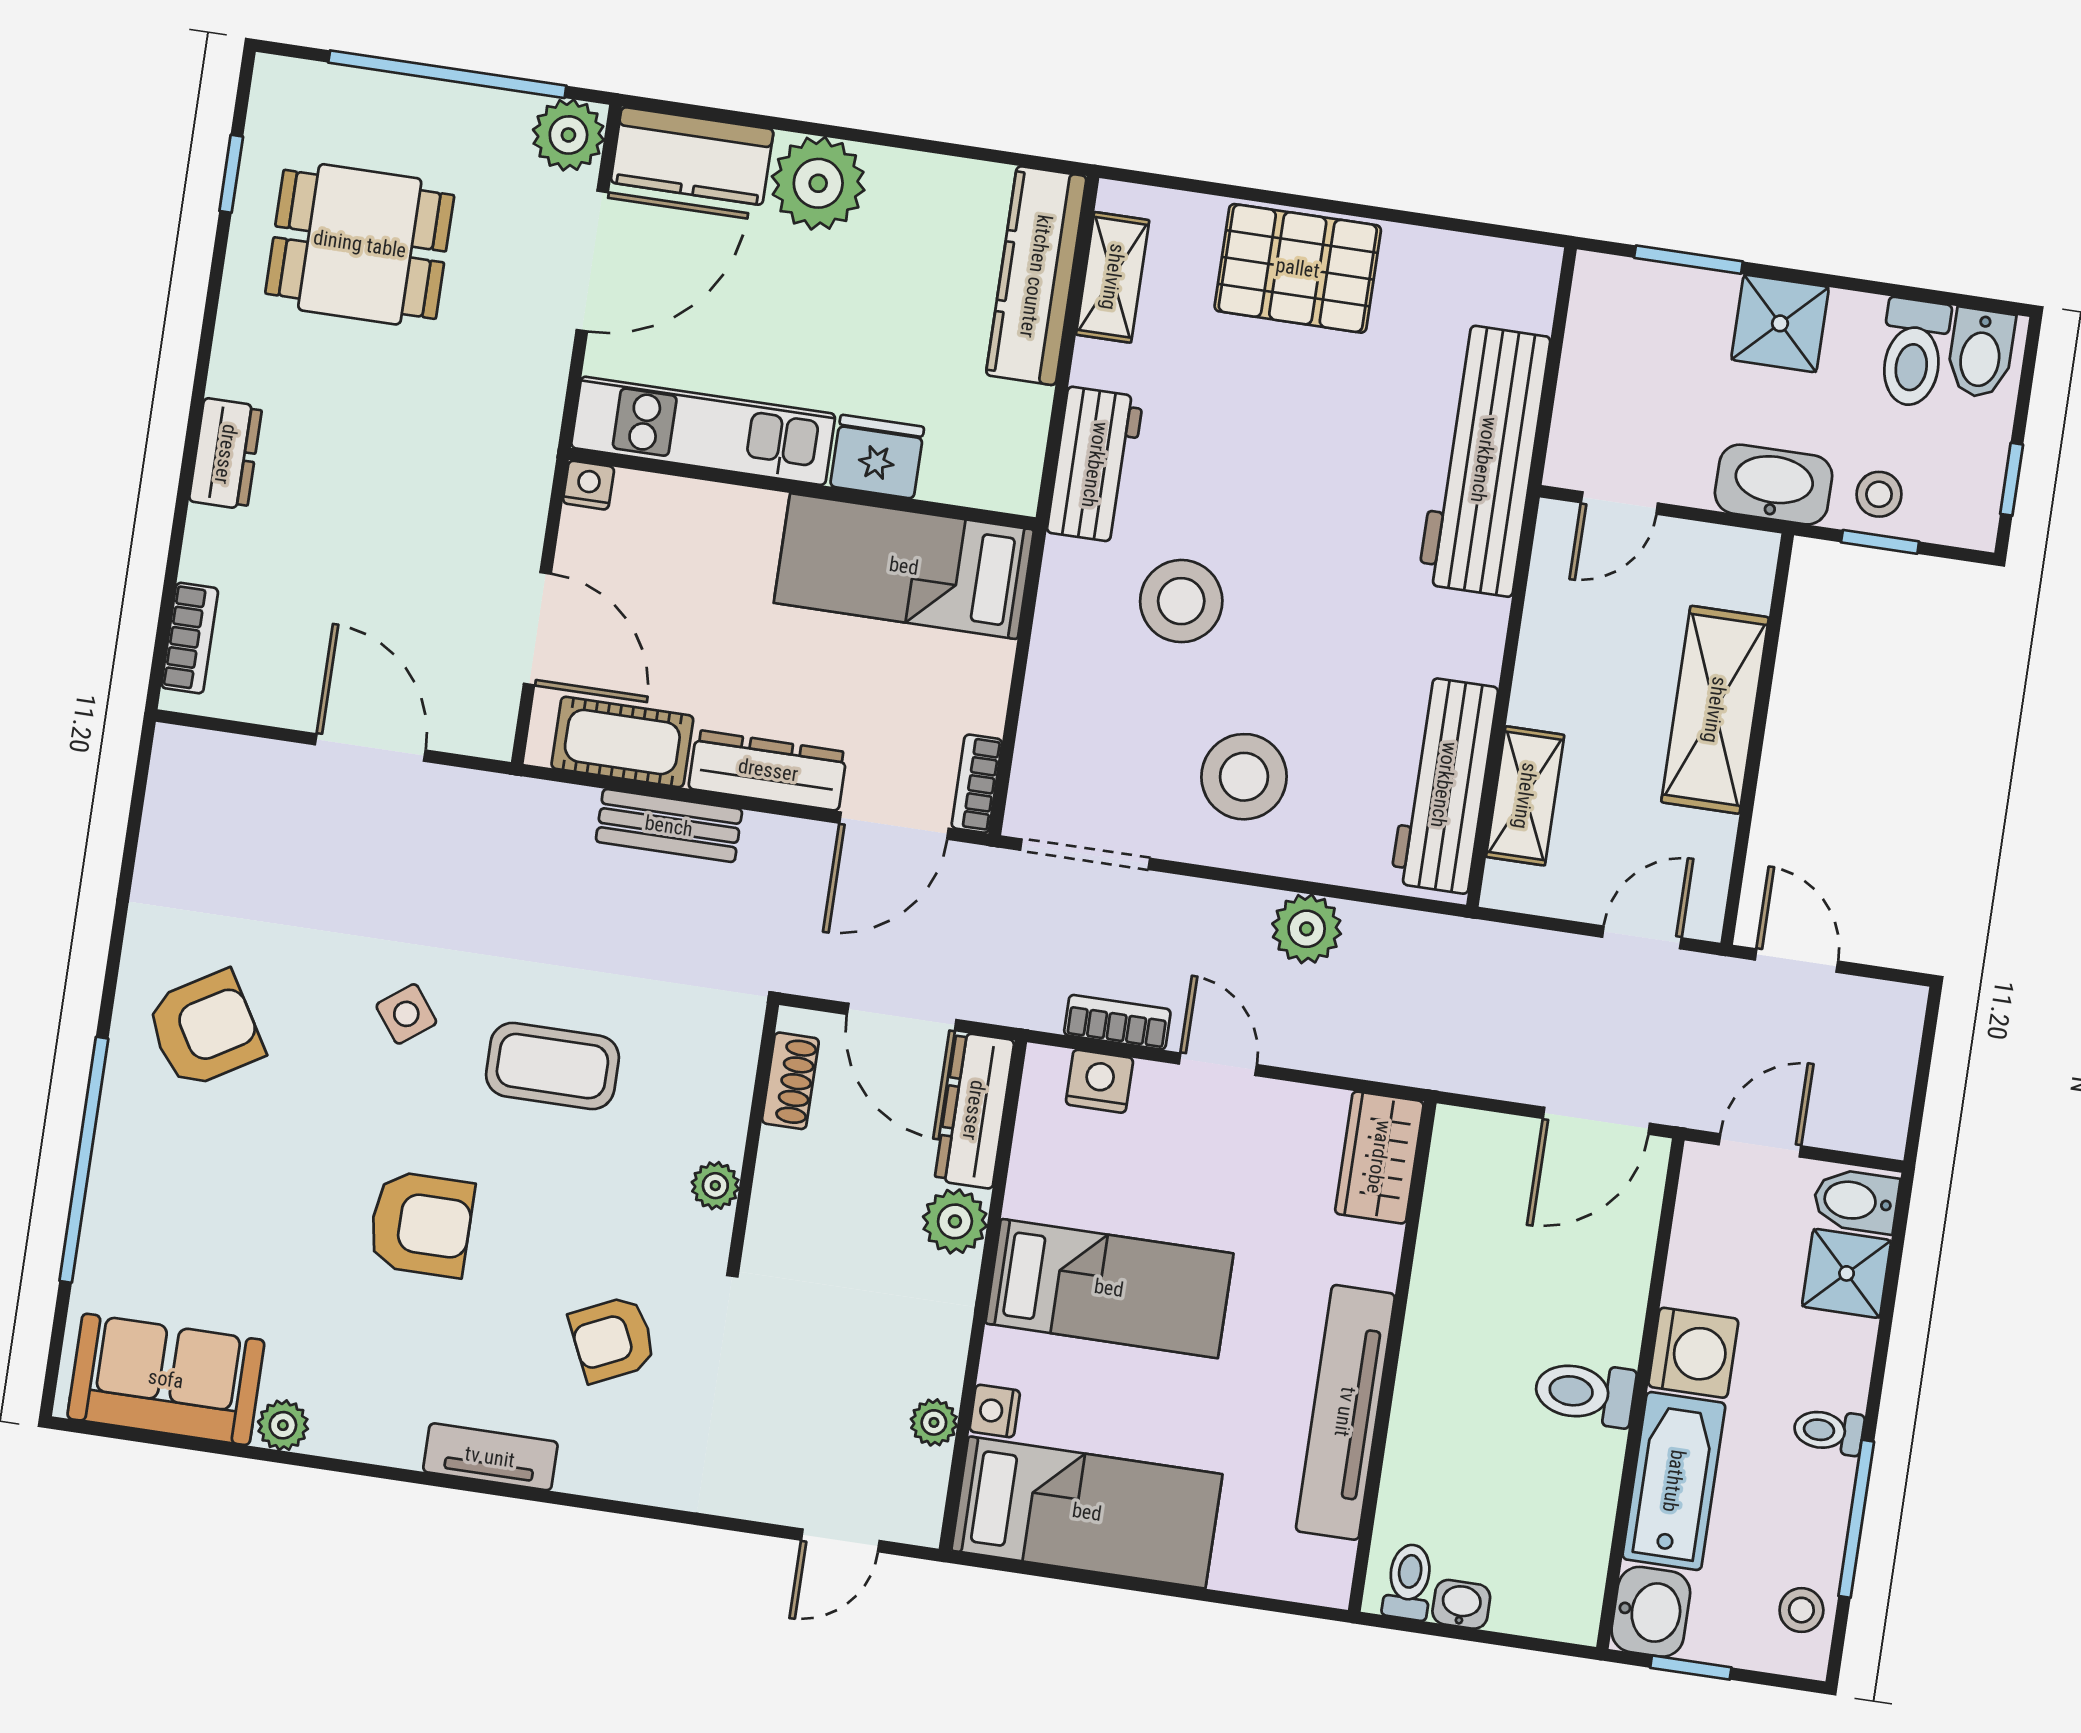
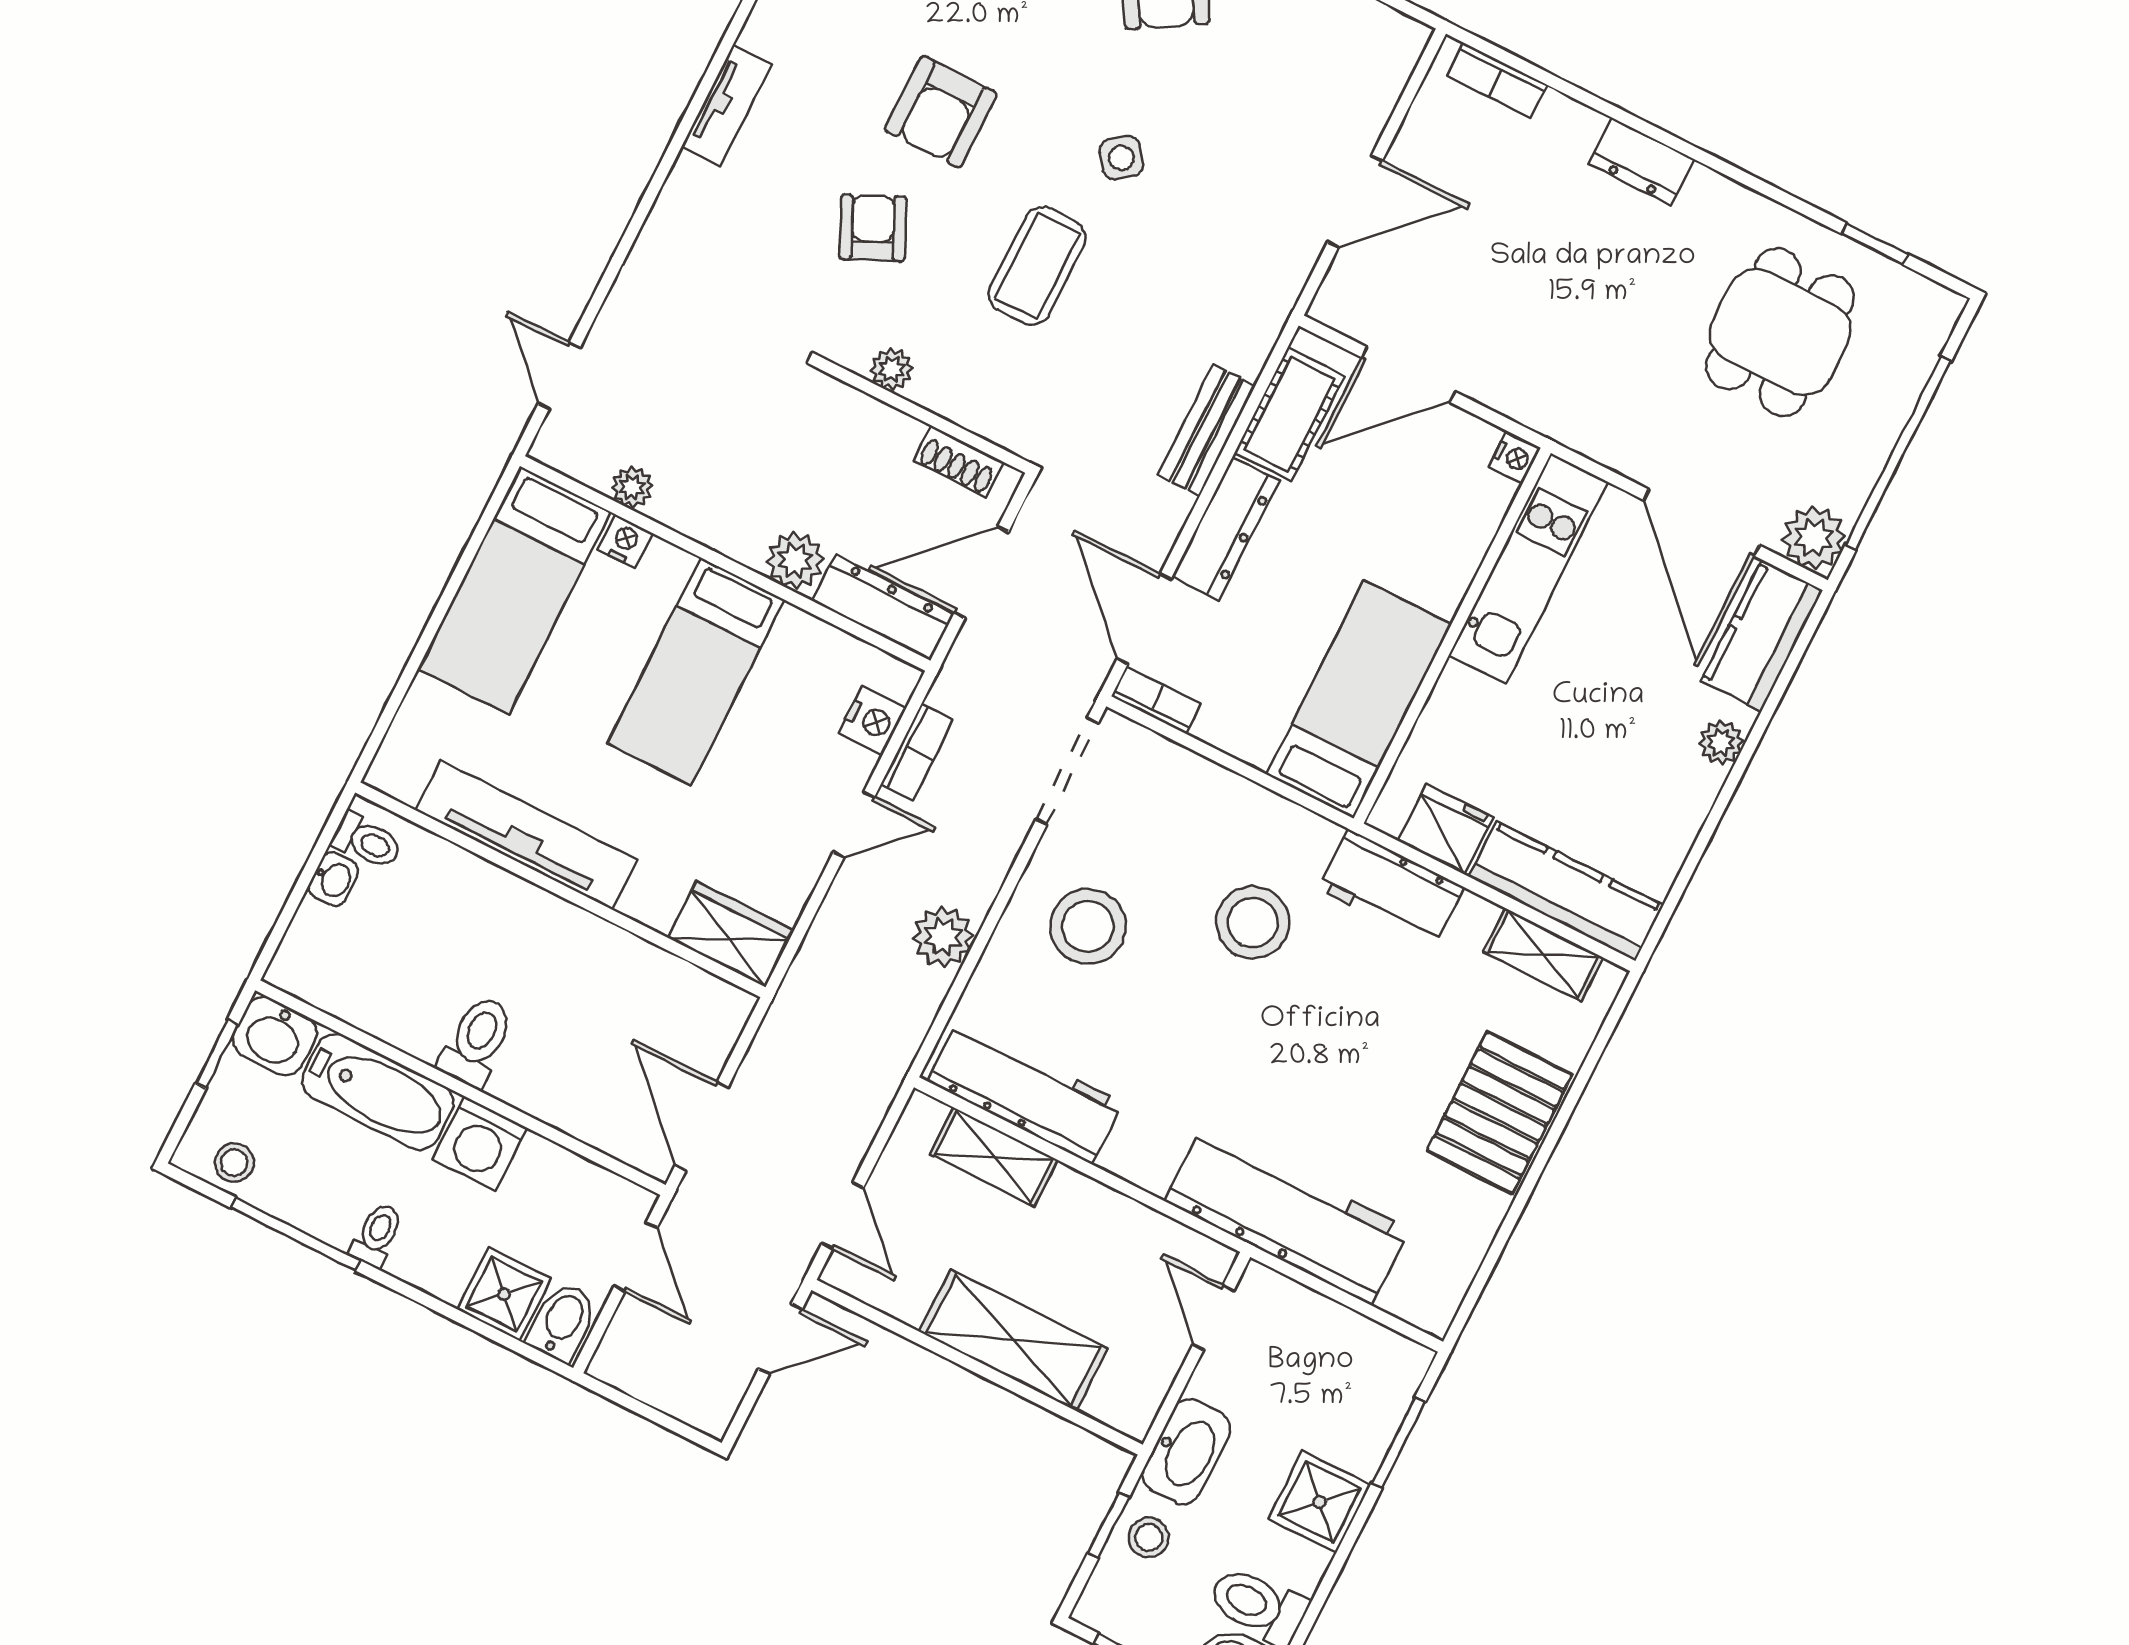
plant: (818, 183) -> (1721, 742), width x0.53, depth x0.53
fridge: (877, 457) -> (1446, 829), moved, turned -90
armchair: (613, 1339) -> (873, 228), moved

